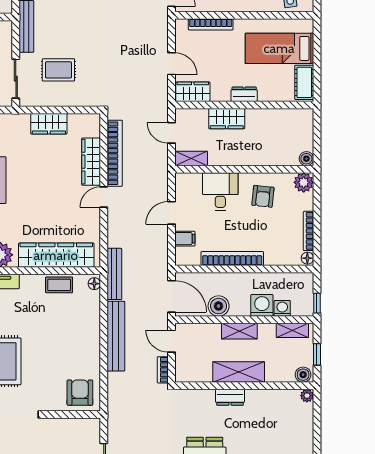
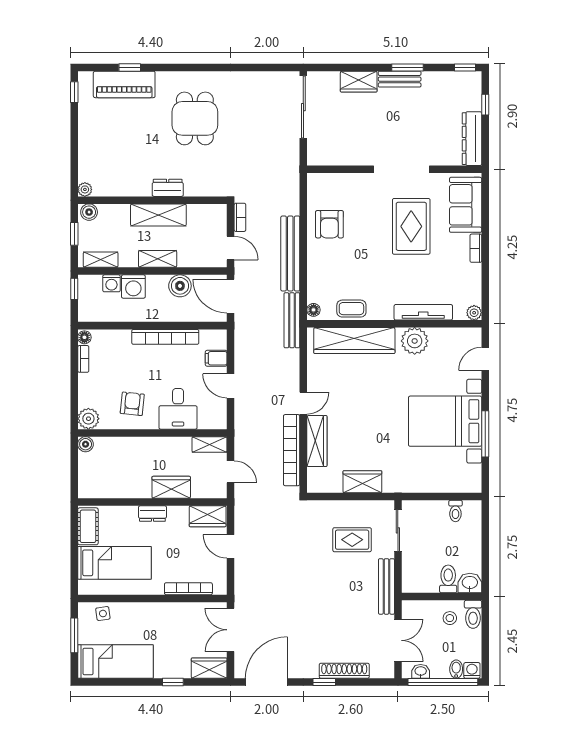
door: (171, 213) -> (231, 386), swing flipped
bookcase: (308, 231) -> (83, 359), width x0.64
armchair: (80, 393) -> (329, 224), moved

